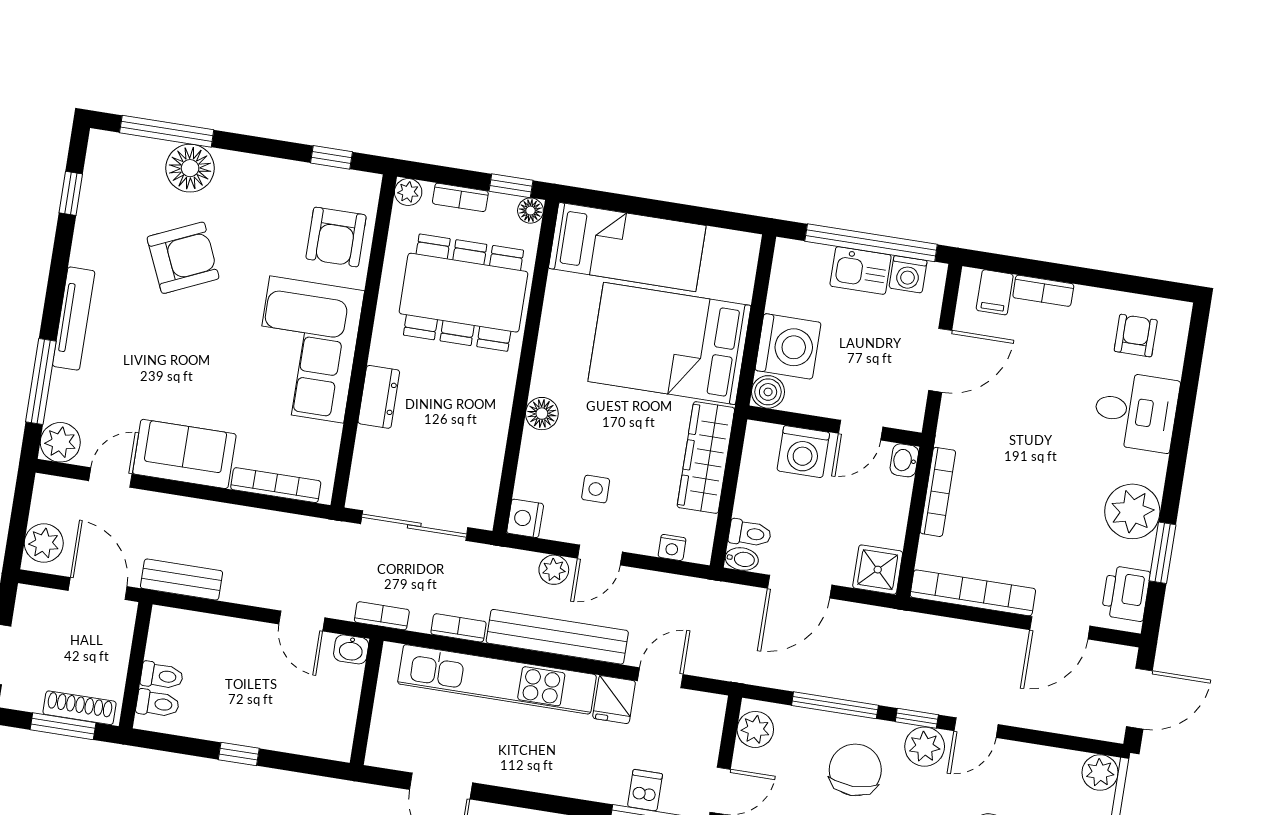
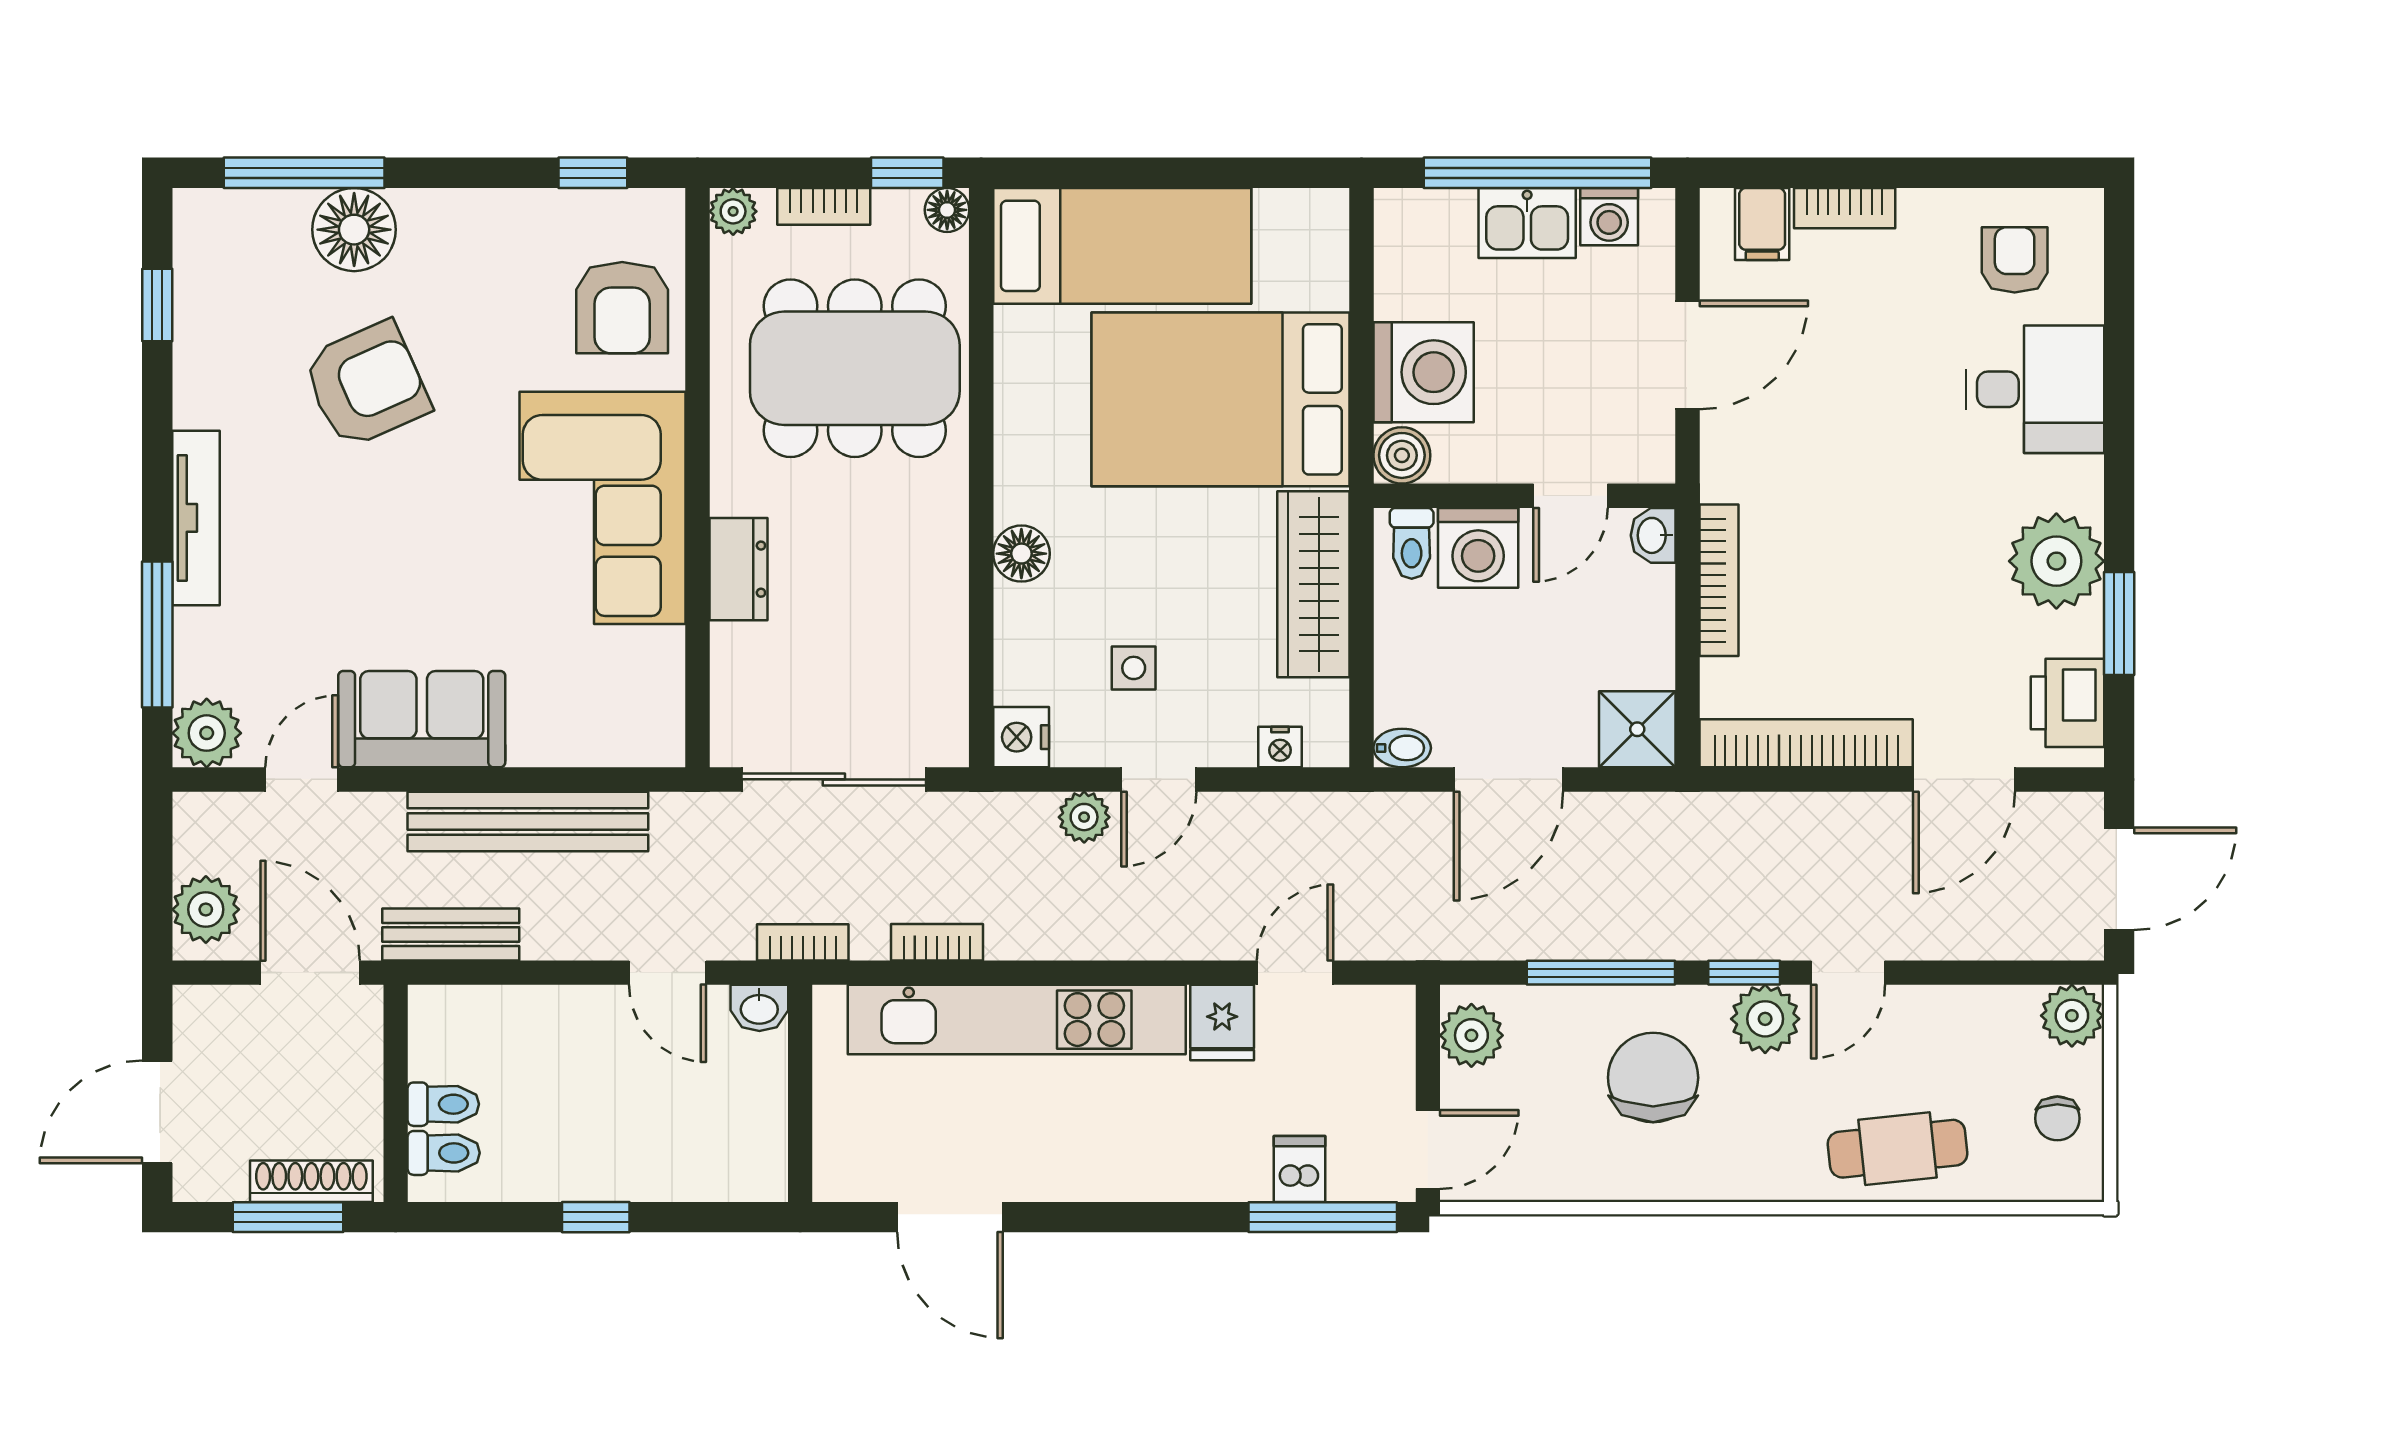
bookcase: (276, 485) -> (586, 748), removed
toilet: (750, 533) -> (1412, 543), moved, turned 90
bench: (557, 637) -> (528, 821), moved

